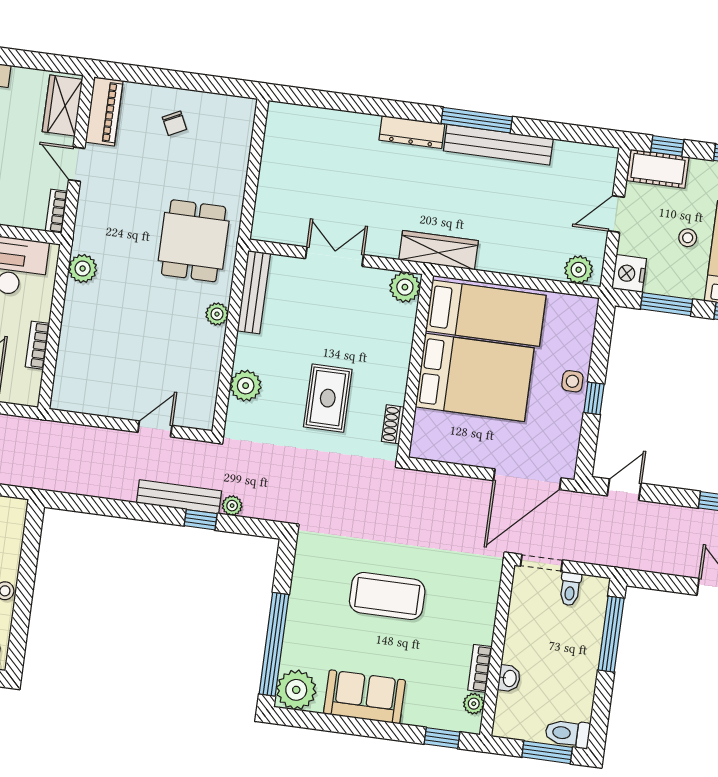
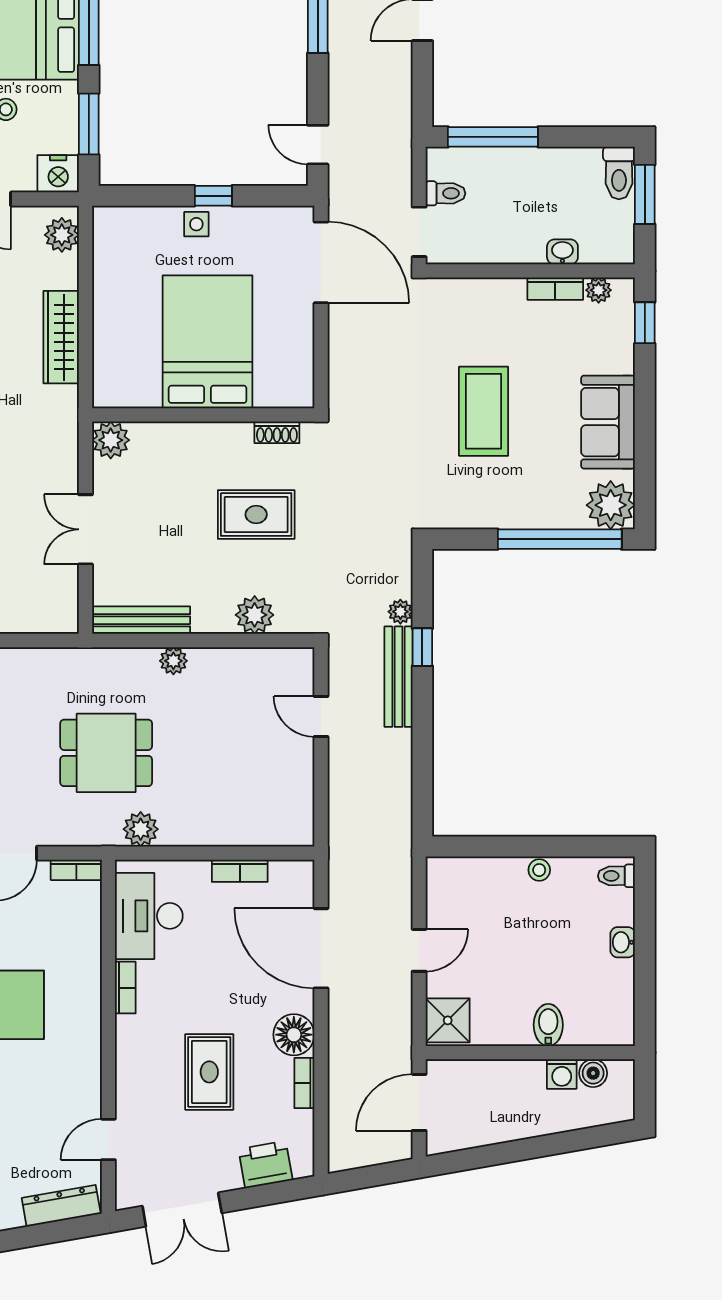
dining table: (194, 241) -> (106, 753), moved
wardrobe: (439, 250) -> (61, 337), moved
bed: (486, 313) -> (129, 339), removed

